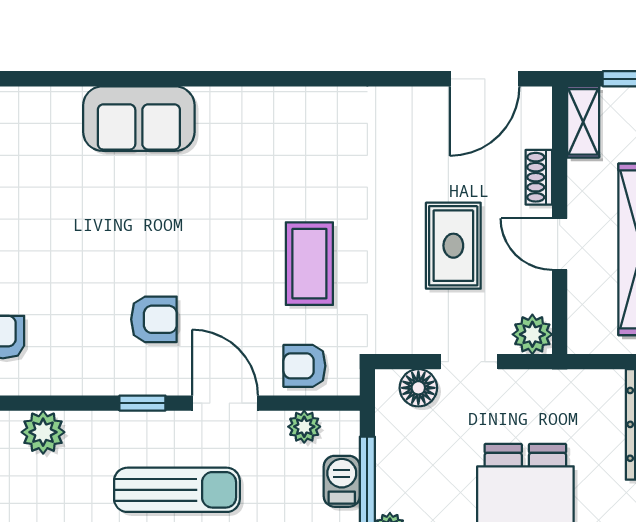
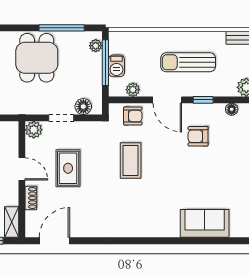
floor lamp: (77, 382) -> (232, 109), added

